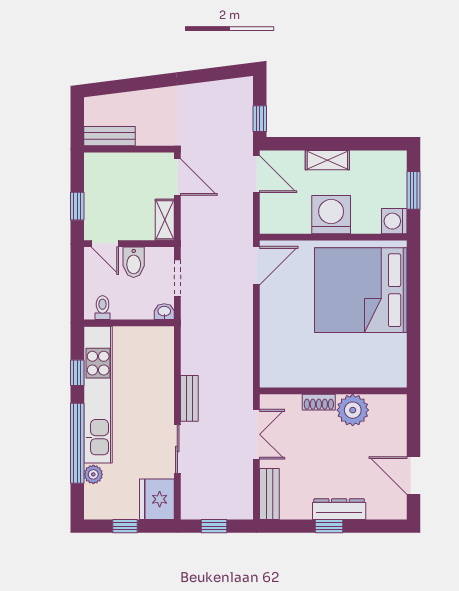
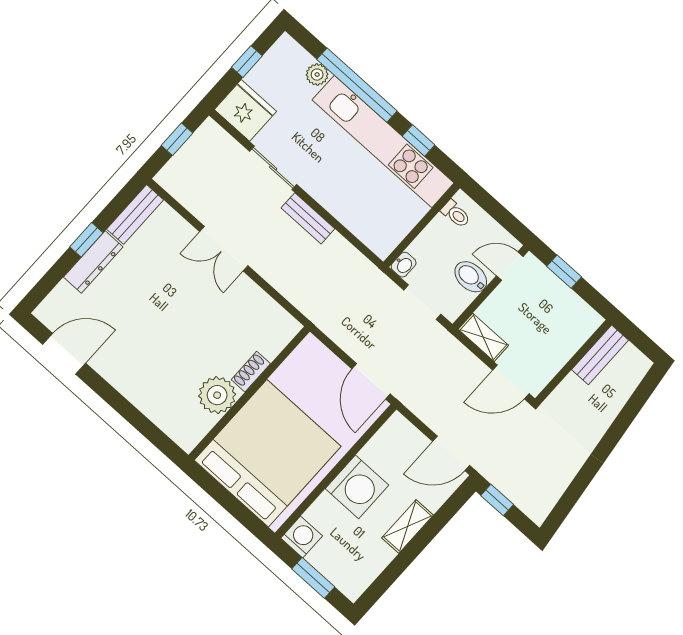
wall: (333, 391) -> (249, 393), moved
shoe rack: (319, 402) -> (251, 372), moved
plant: (353, 410) -> (217, 395), moved
bench: (269, 494) -> (135, 214), moved, turned 90

